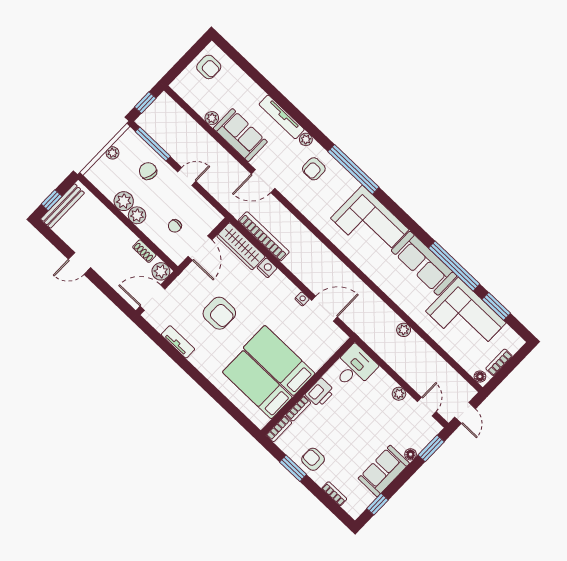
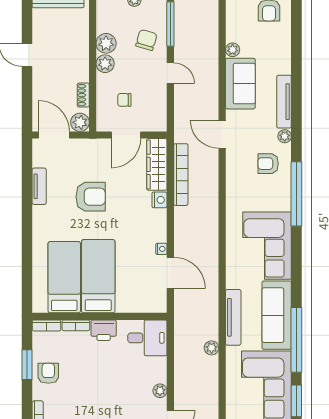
tv unit: (397, 295) -> (233, 317), added
armchair: (219, 313) -> (91, 197), turned -90

